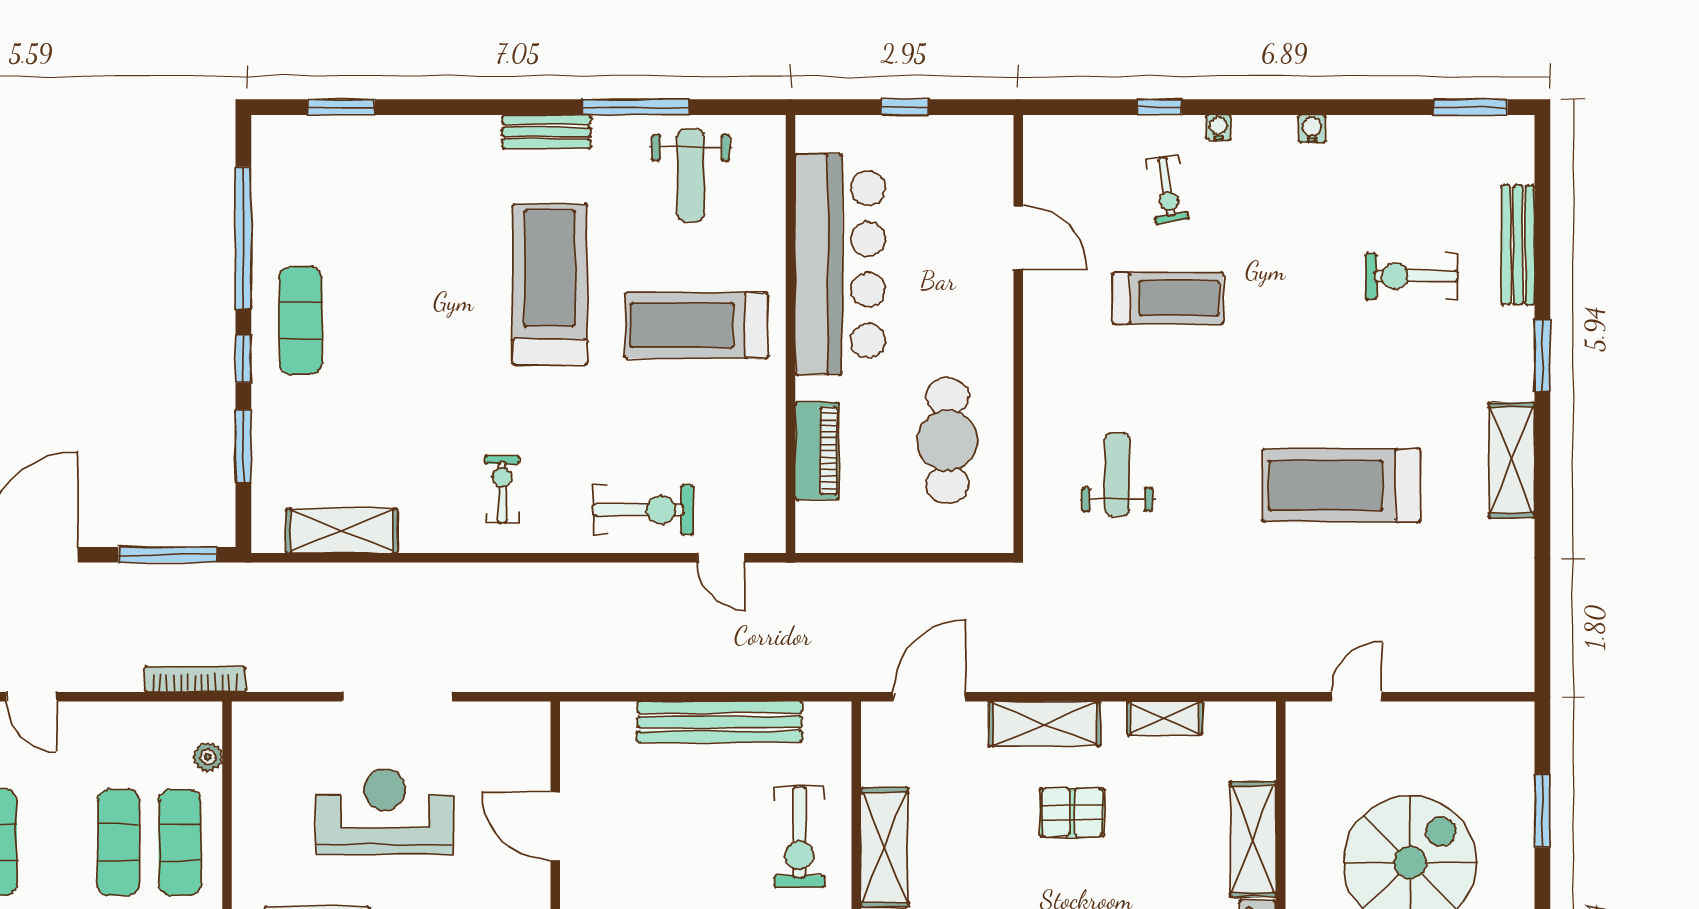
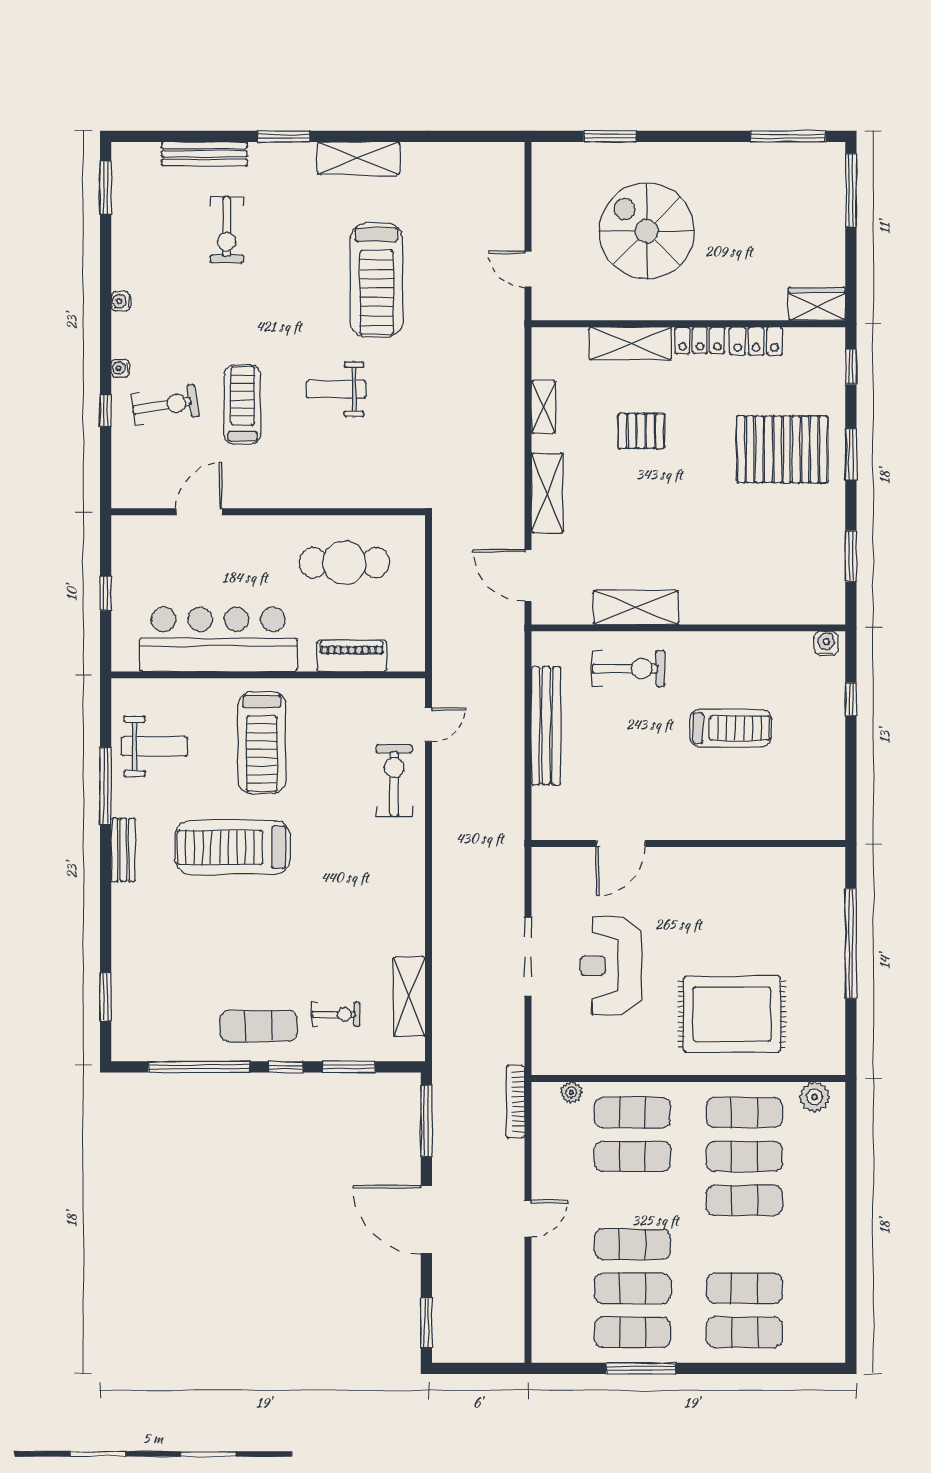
exercise bike: (1167, 190) -> (165, 405), width x1.38, depth x1.39
weight bench: (1117, 474) -> (336, 389), moved
exercise bike: (502, 489) -> (336, 1014), moved, turned 180
pallet: (1072, 812) -> (641, 431), moved, turned 90

